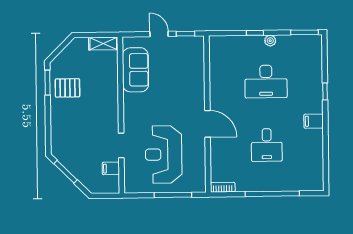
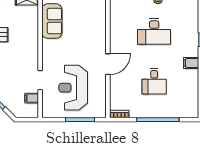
door: (208, 124) -> (108, 64), hinge flipped

